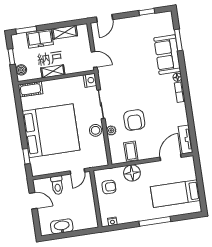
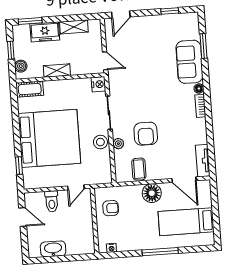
door: (171, 157) -> (184, 180), swing flipped
floor lamp: (132, 173) -> (152, 193), moved

